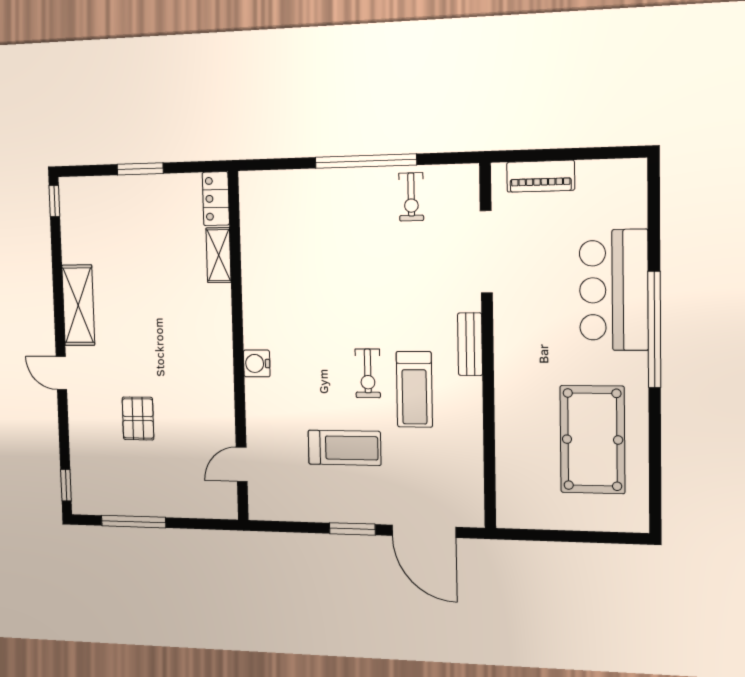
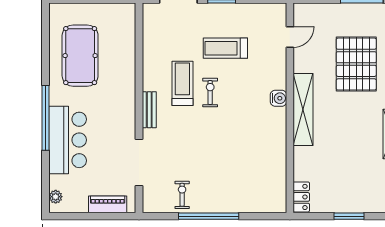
plant: (635, 187) -> (56, 197), added
shelving: (219, 255) -> (303, 109), moved, width x2.20, depth x1.33
pallet: (138, 418) -> (356, 64), width x2.05, depth x2.00

